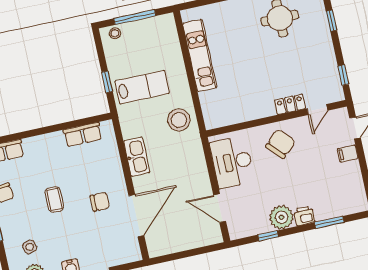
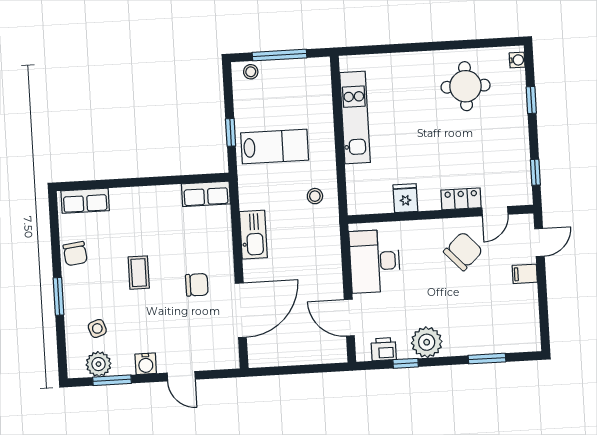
fridge: (248, 110) -> (405, 198), added
stool: (179, 120) -> (315, 196), width x0.53, depth x0.53
row of seats: (83, 134) -> (206, 194), moved
chair: (280, 144) -> (463, 251), moved
printer: (304, 216) -> (384, 349), moved

